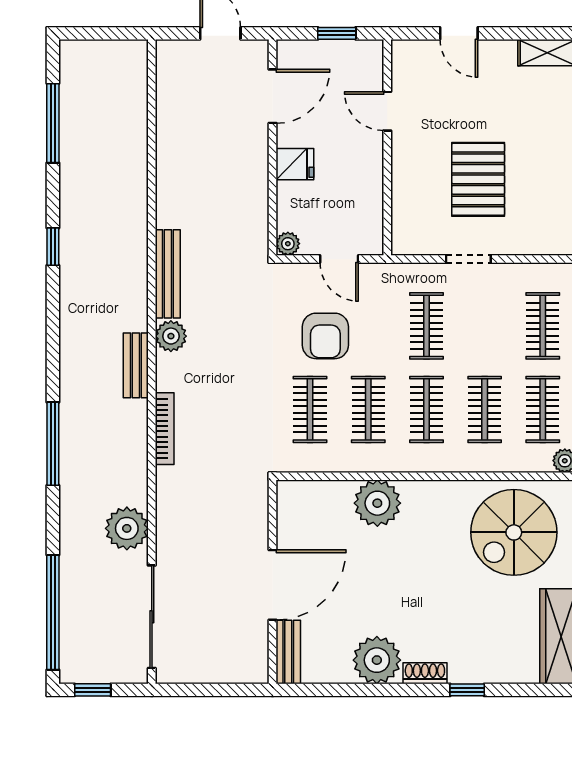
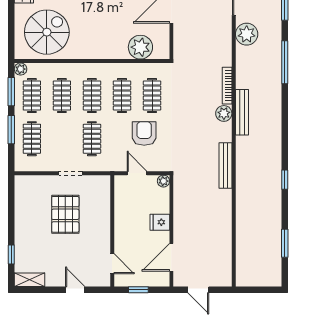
door: (387, 111) -> (112, 264), moved
window: (53, 123) -> (285, 243), width x0.69
plant: (171, 336) -> (224, 113), moved
bench: (136, 365) -> (242, 112), width x1.36
window: (53, 444) -> (285, 62), moved
plant: (377, 503) -> (140, 47), moved

